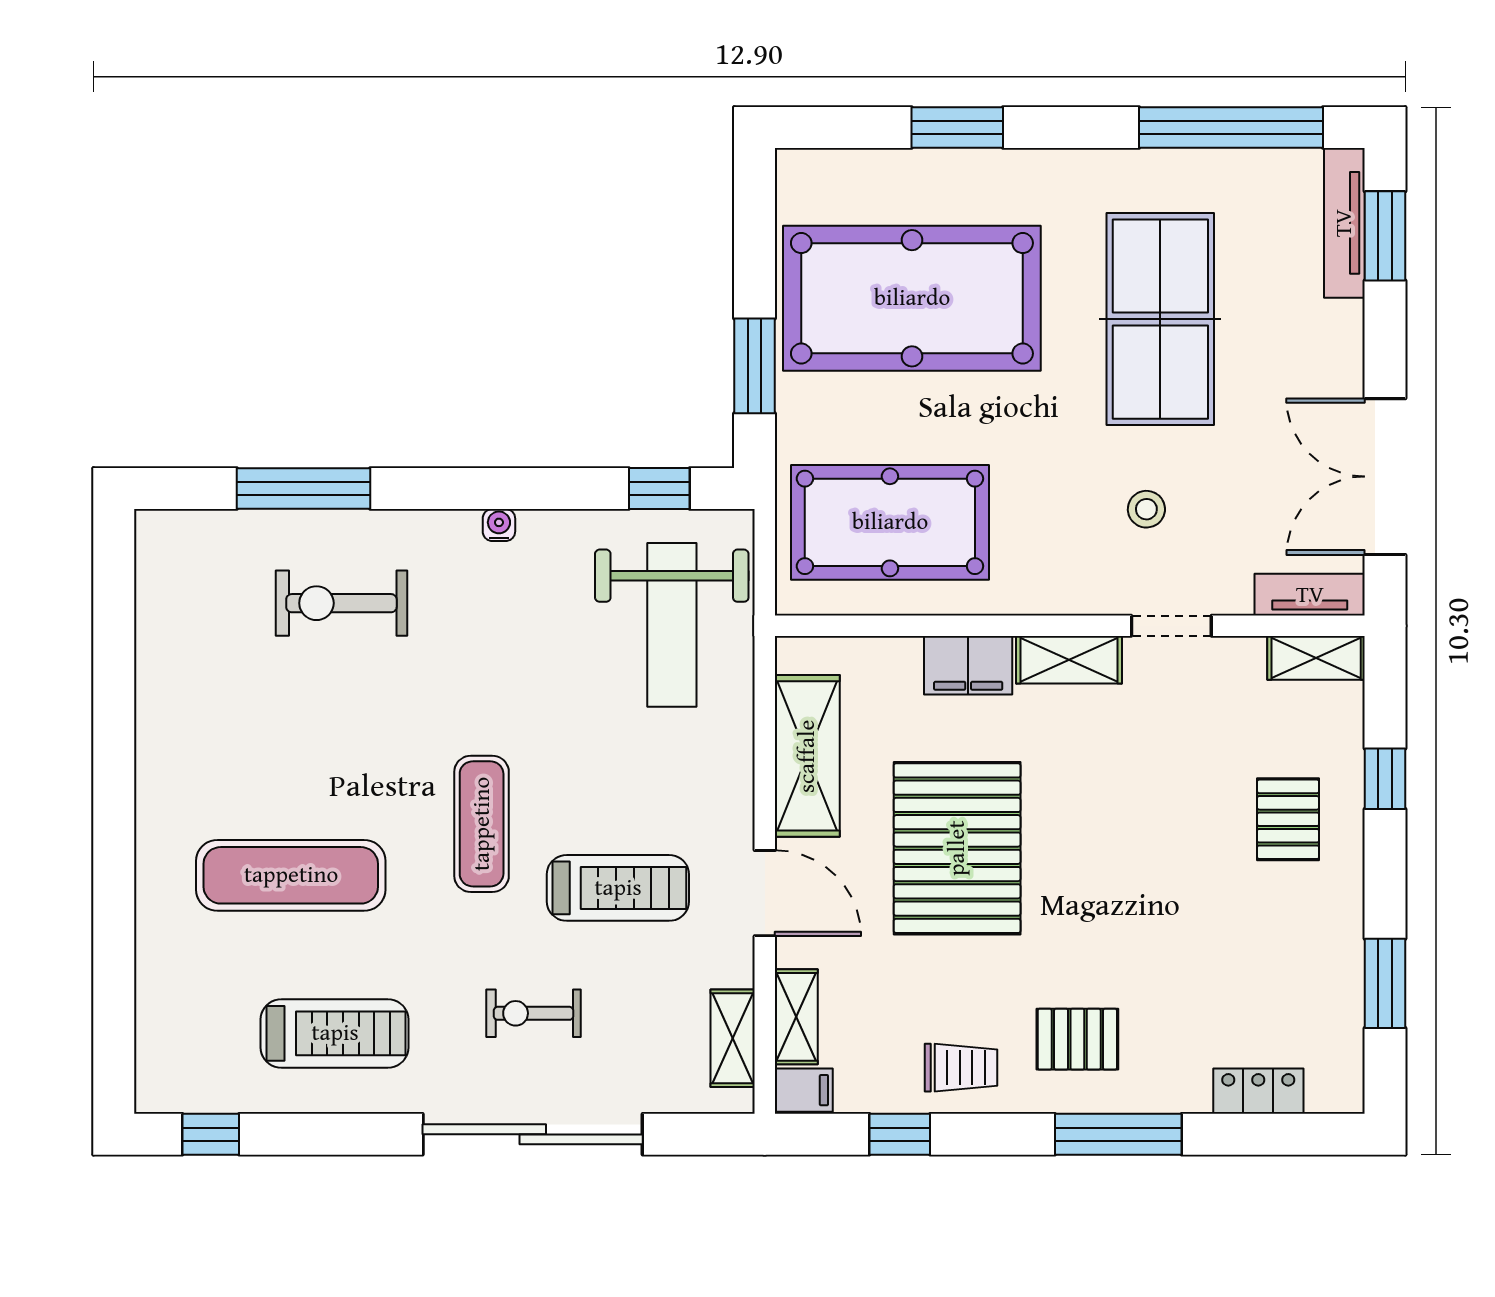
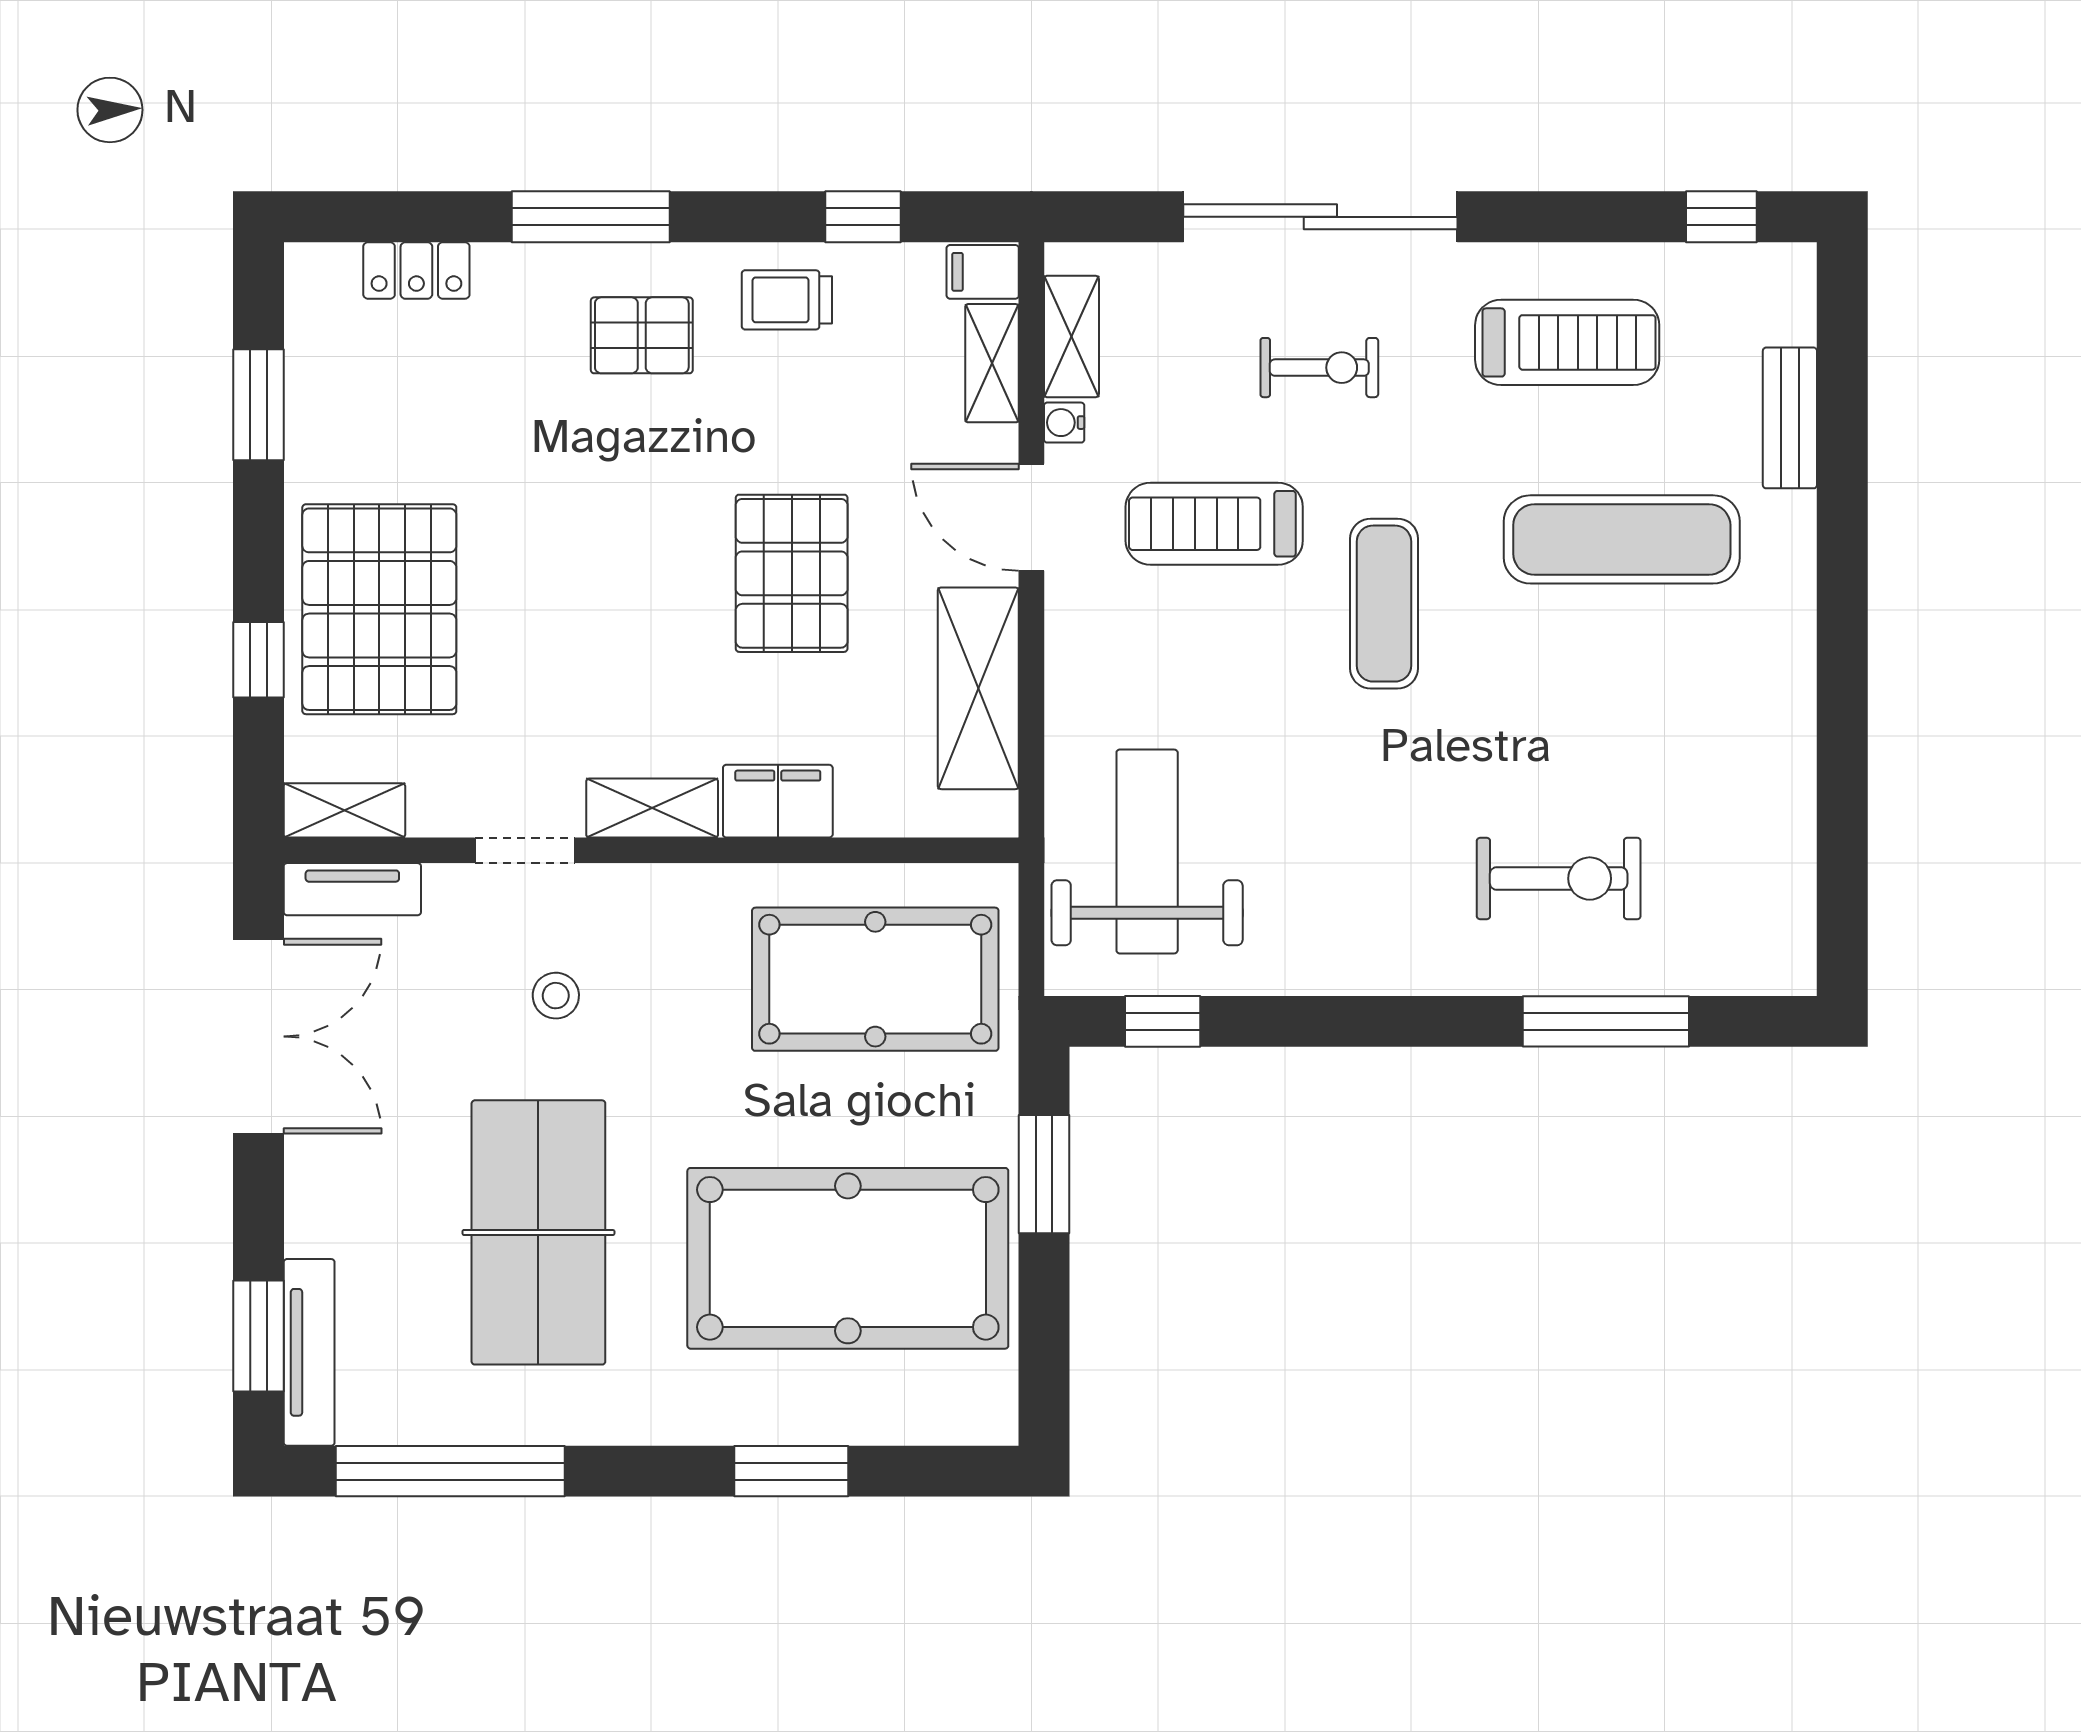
water cooler: (499, 525) -> (1064, 423), moved, turned 90
pallet: (1288, 819) -> (379, 609), width x2.05, depth x2.00
pallet: (957, 848) -> (792, 573), width x0.73, depth x0.71
bench: (156, 973) -> (1790, 418), added
treadmill: (335, 1033) -> (1567, 342), turned 180

